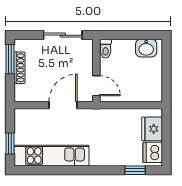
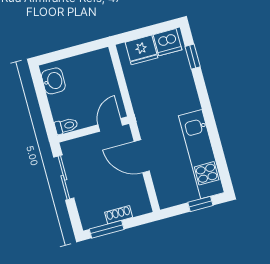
shoe rack: (19, 68) -> (119, 215), width x0.70

